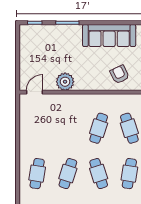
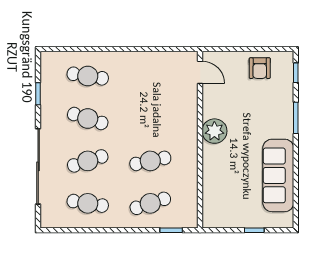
armchair: (120, 74) -> (260, 68), moved, turned 116
plant: (65, 82) -> (214, 131), moved
cafe table: (99, 128) -> (150, 161), turned -30

